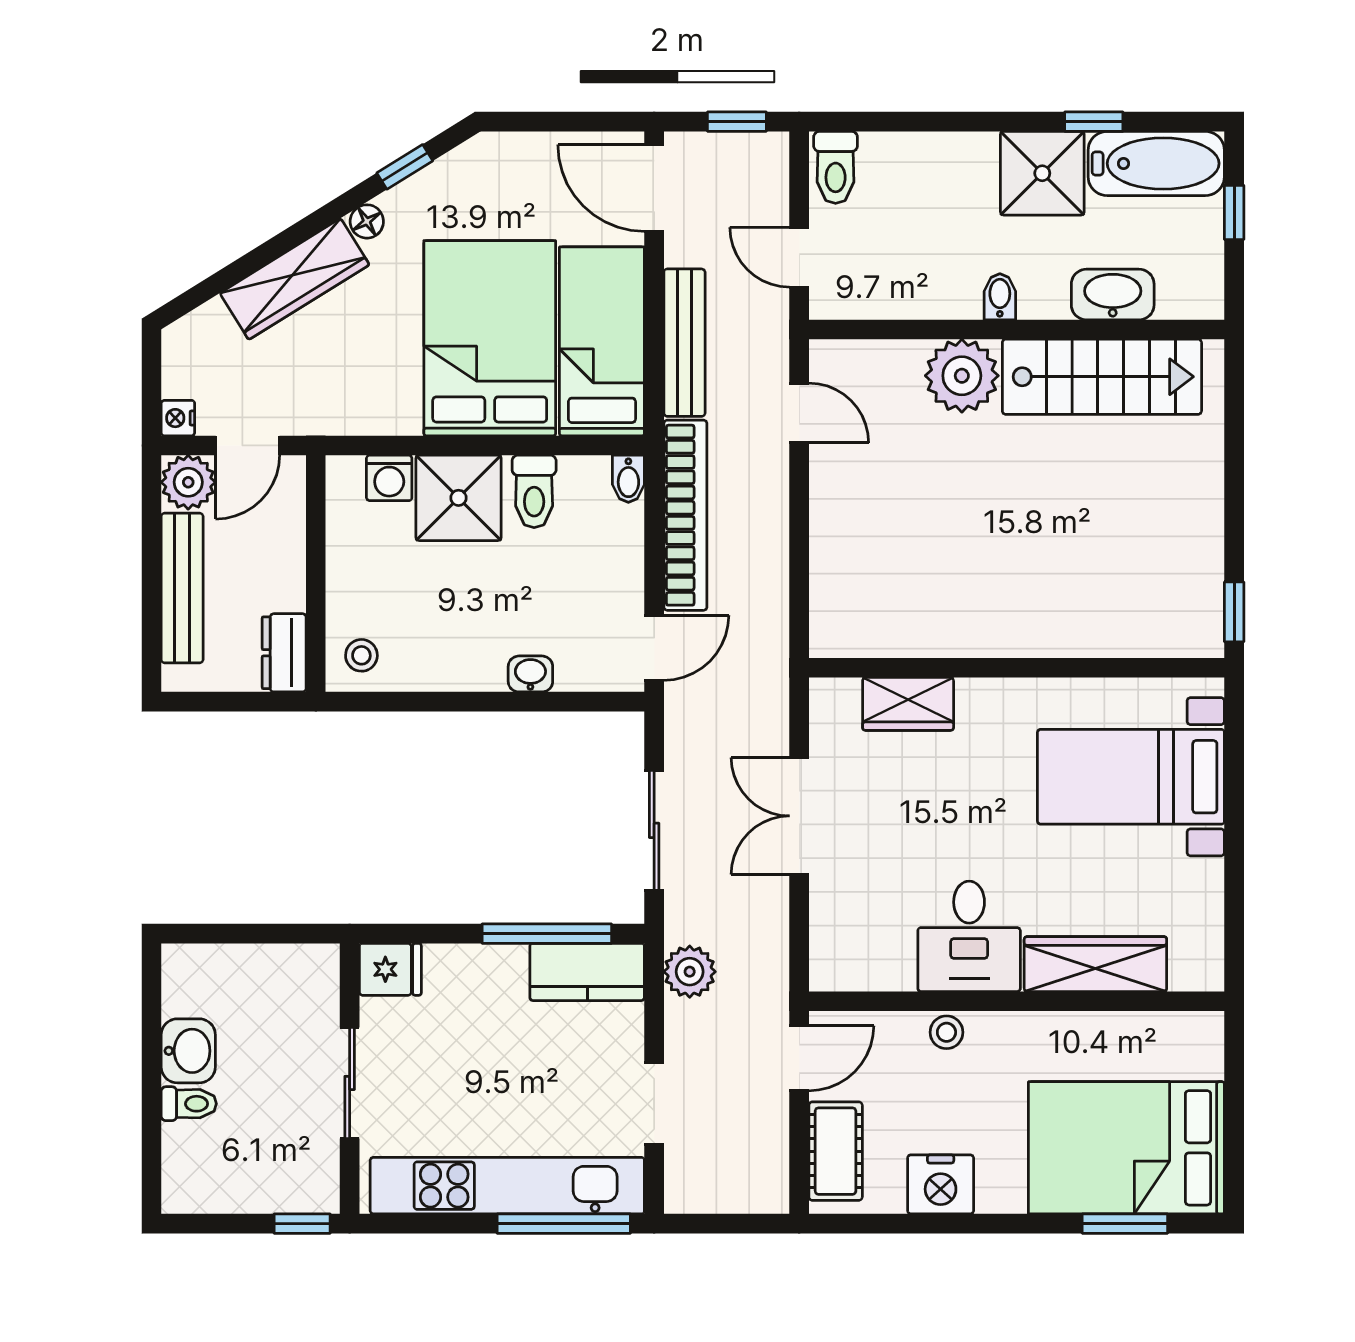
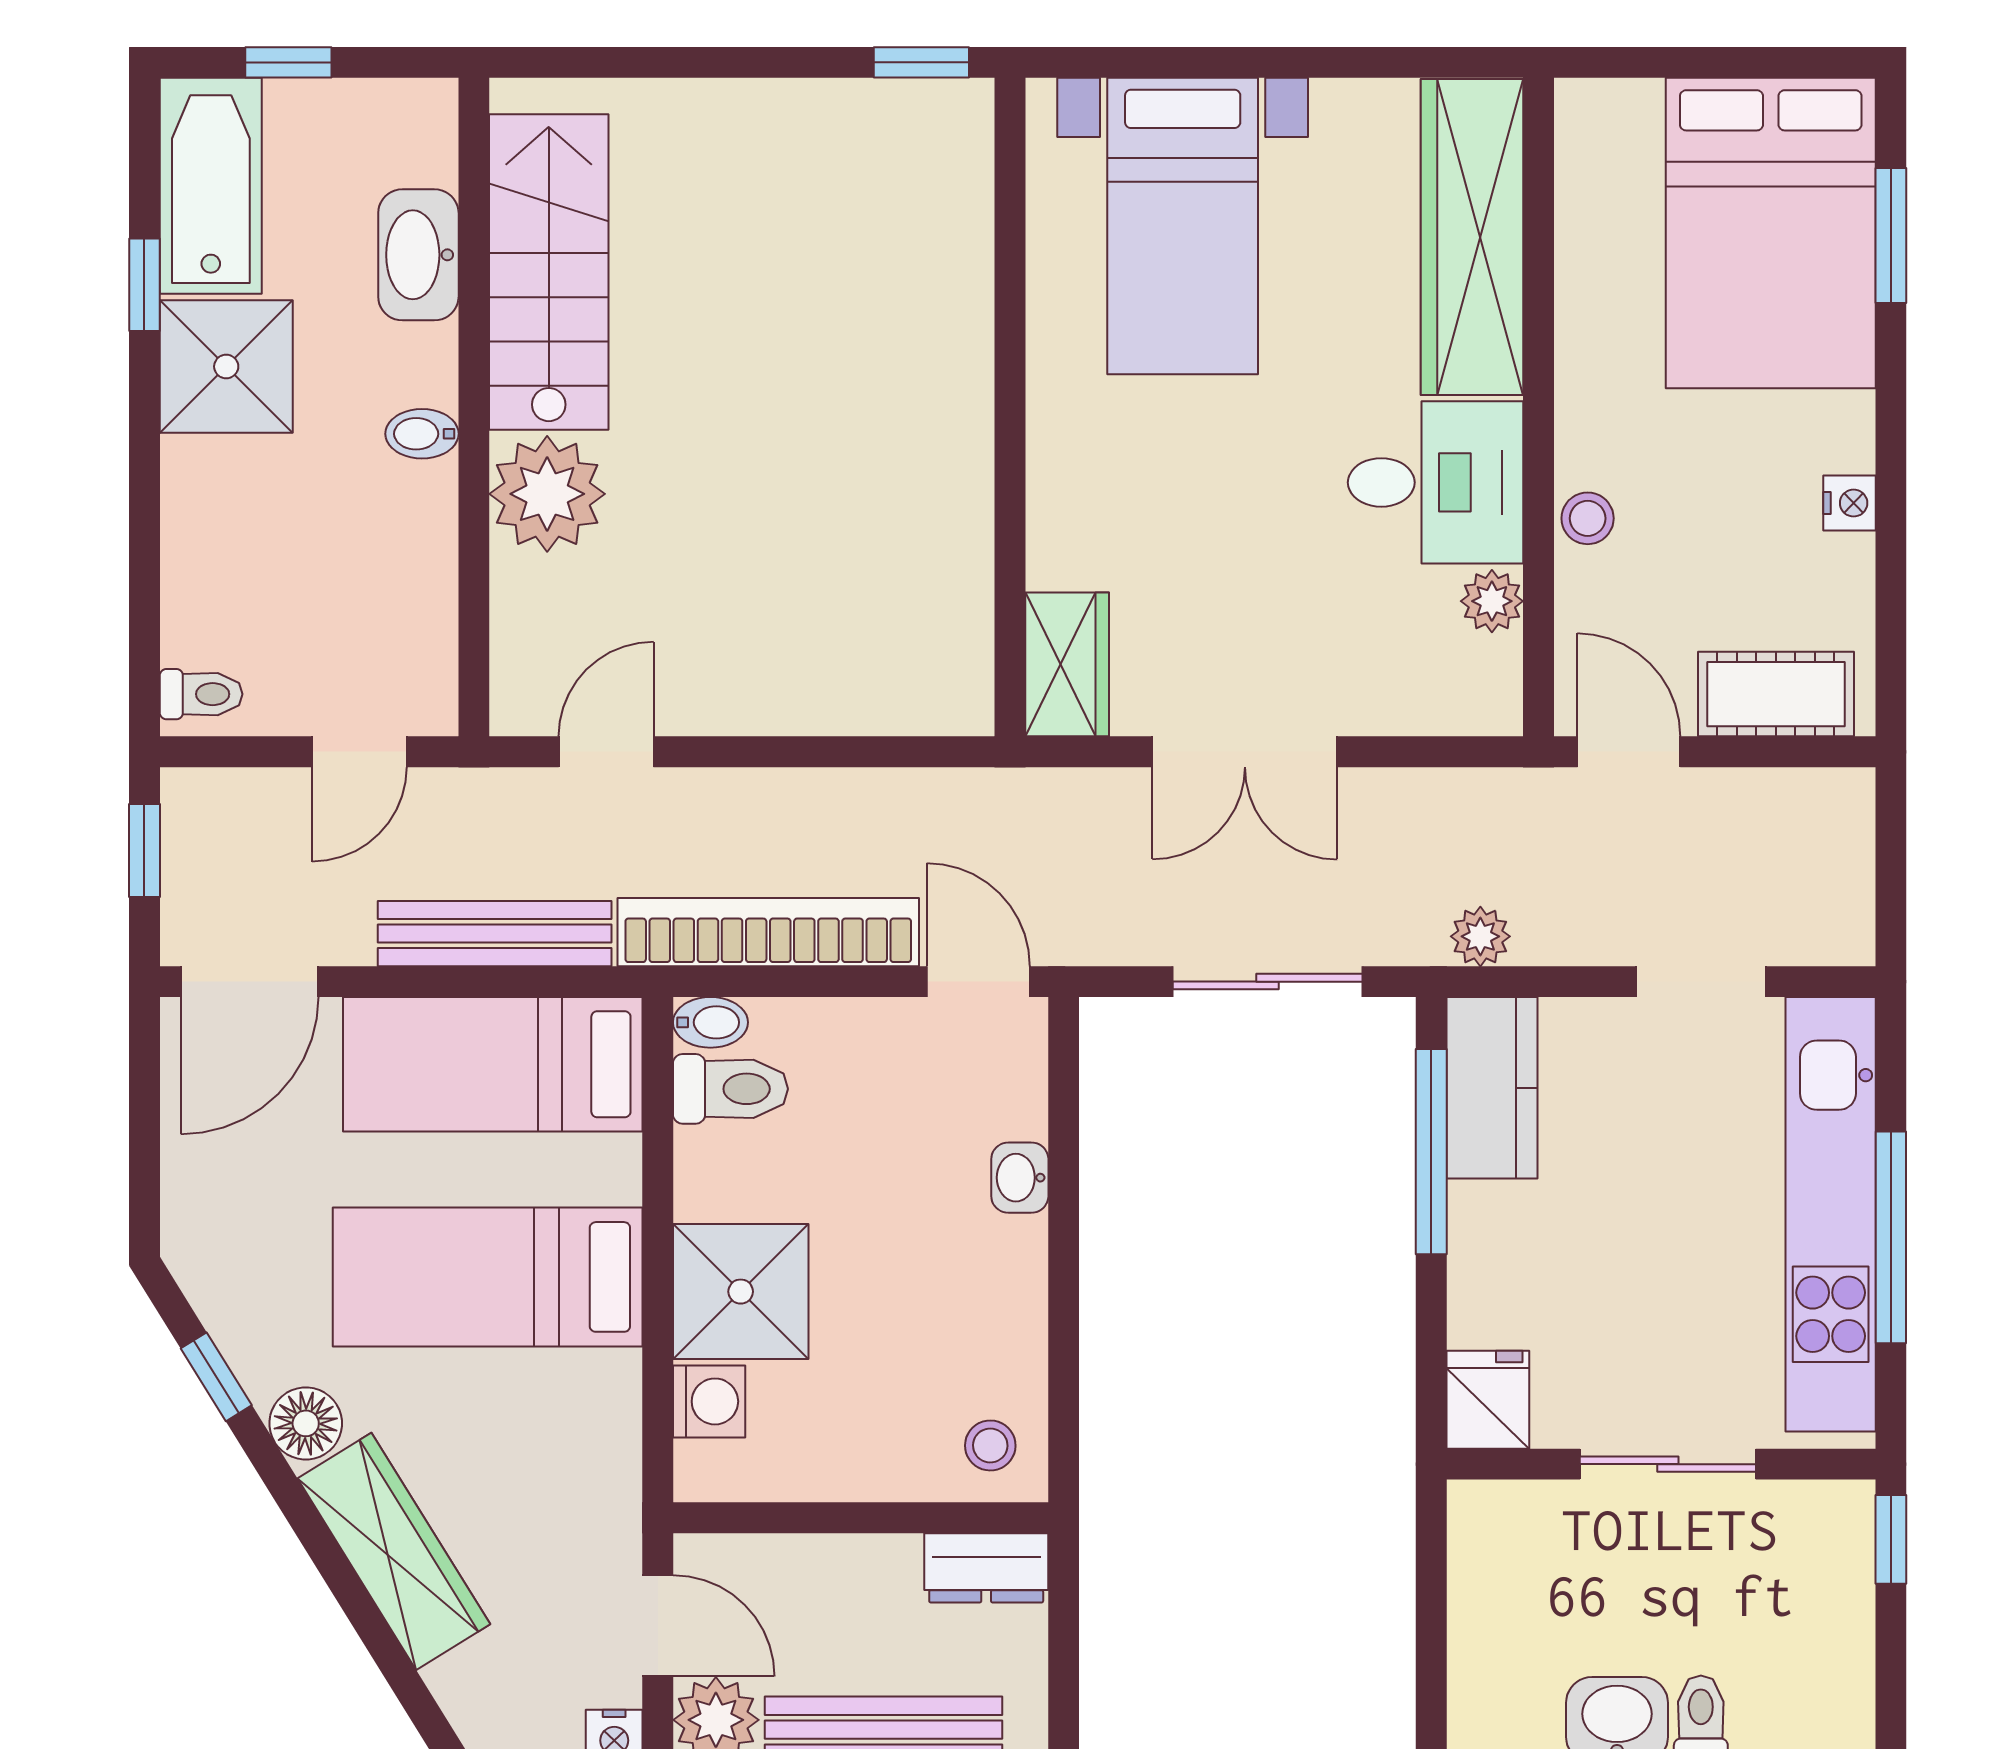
toilet: (836, 167) -> (201, 694), width x0.73, depth x0.72
floor lamp: (367, 221) -> (306, 1423), width x1.37, depth x1.37
bed: (490, 338) -> (488, 1277), width x0.67
toilet: (534, 491) -> (730, 1089), moved
wardrobe: (908, 704) -> (1067, 664), moved
wardrobe: (1095, 964) -> (1472, 237), width x1.40, depth x1.17
plant: (690, 972) -> (1480, 936), width x0.73, depth x0.73
plant: (894, 972) -> (1492, 601), added
nightstand: (941, 1184) -> (1849, 503), width x0.53, depth x0.56
window: (564, 1224) -> (1891, 1237), moved

